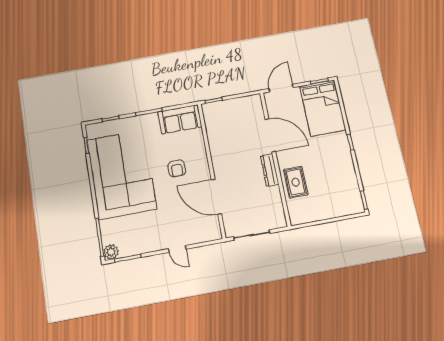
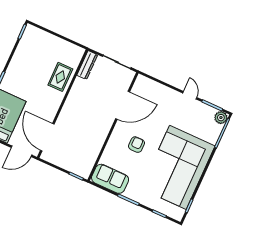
door: (270, 135) -> (47, 137), moved
dresser: (270, 170) -> (87, 65), moved
door: (216, 197) -> (123, 105), hinge flipped
door: (177, 249) -> (190, 95), moved

